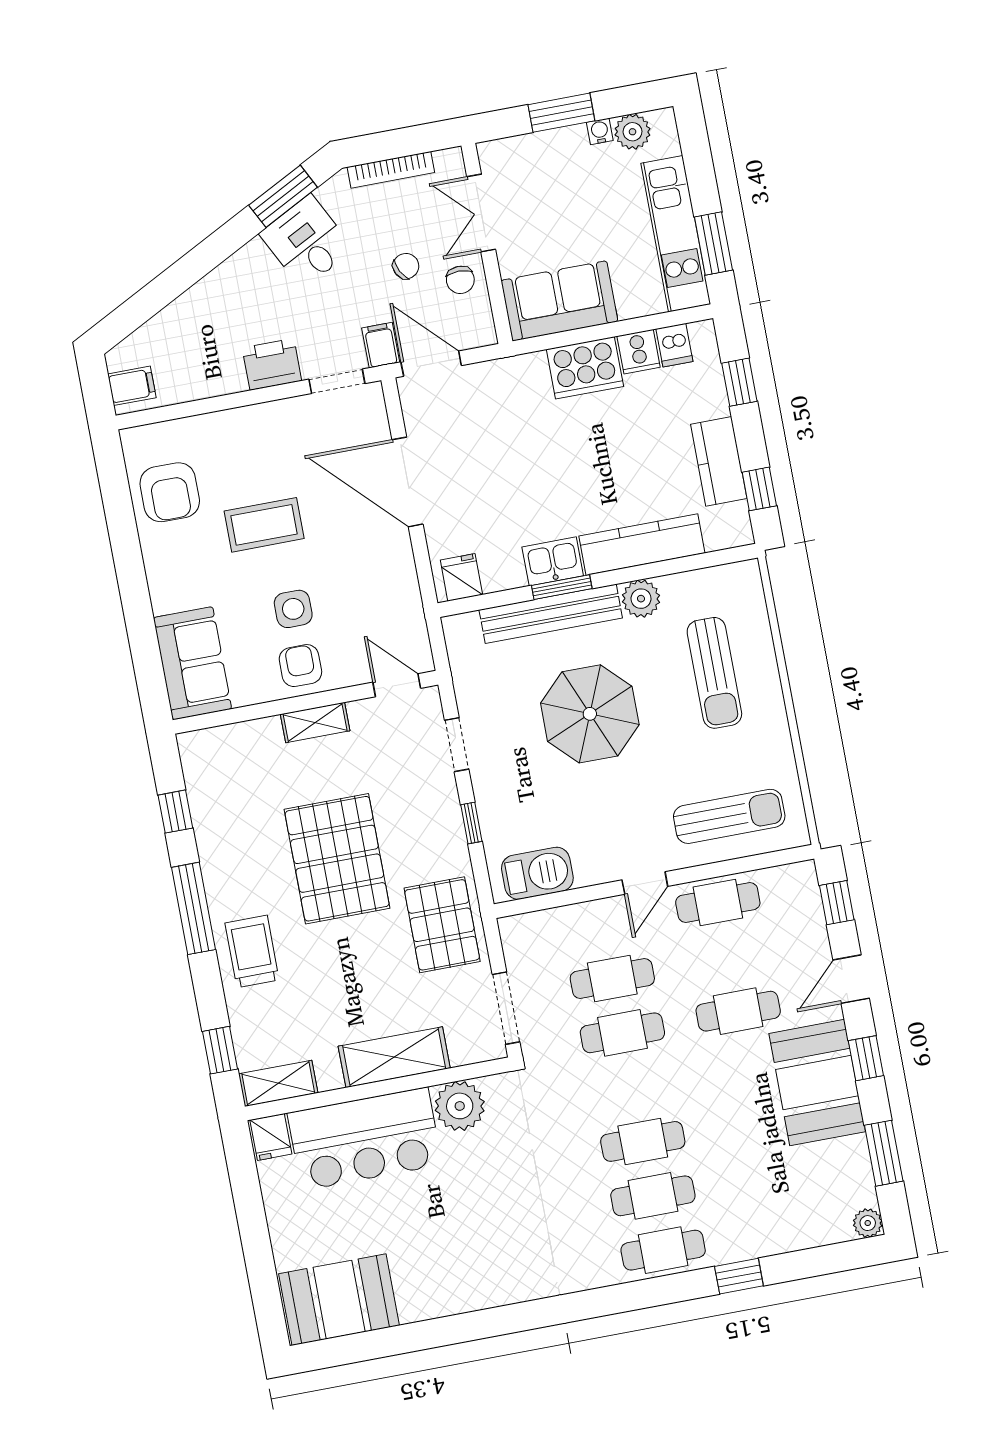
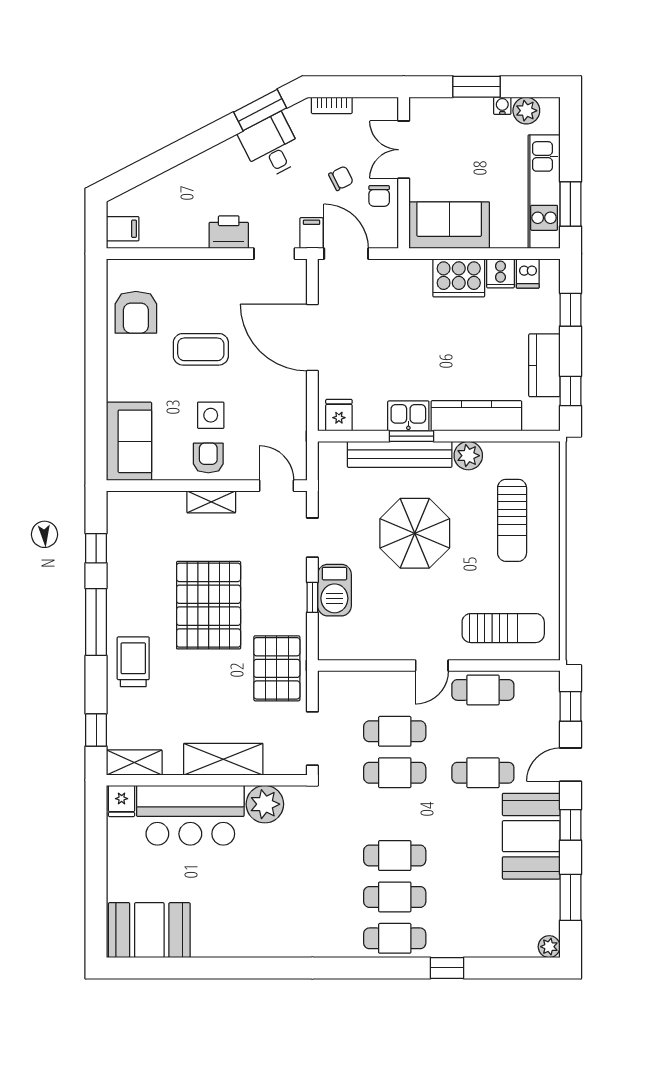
bookcase: (391, 170) -> (332, 105), width x0.64
barbecue: (537, 873) -> (334, 590), moved, turned 90

